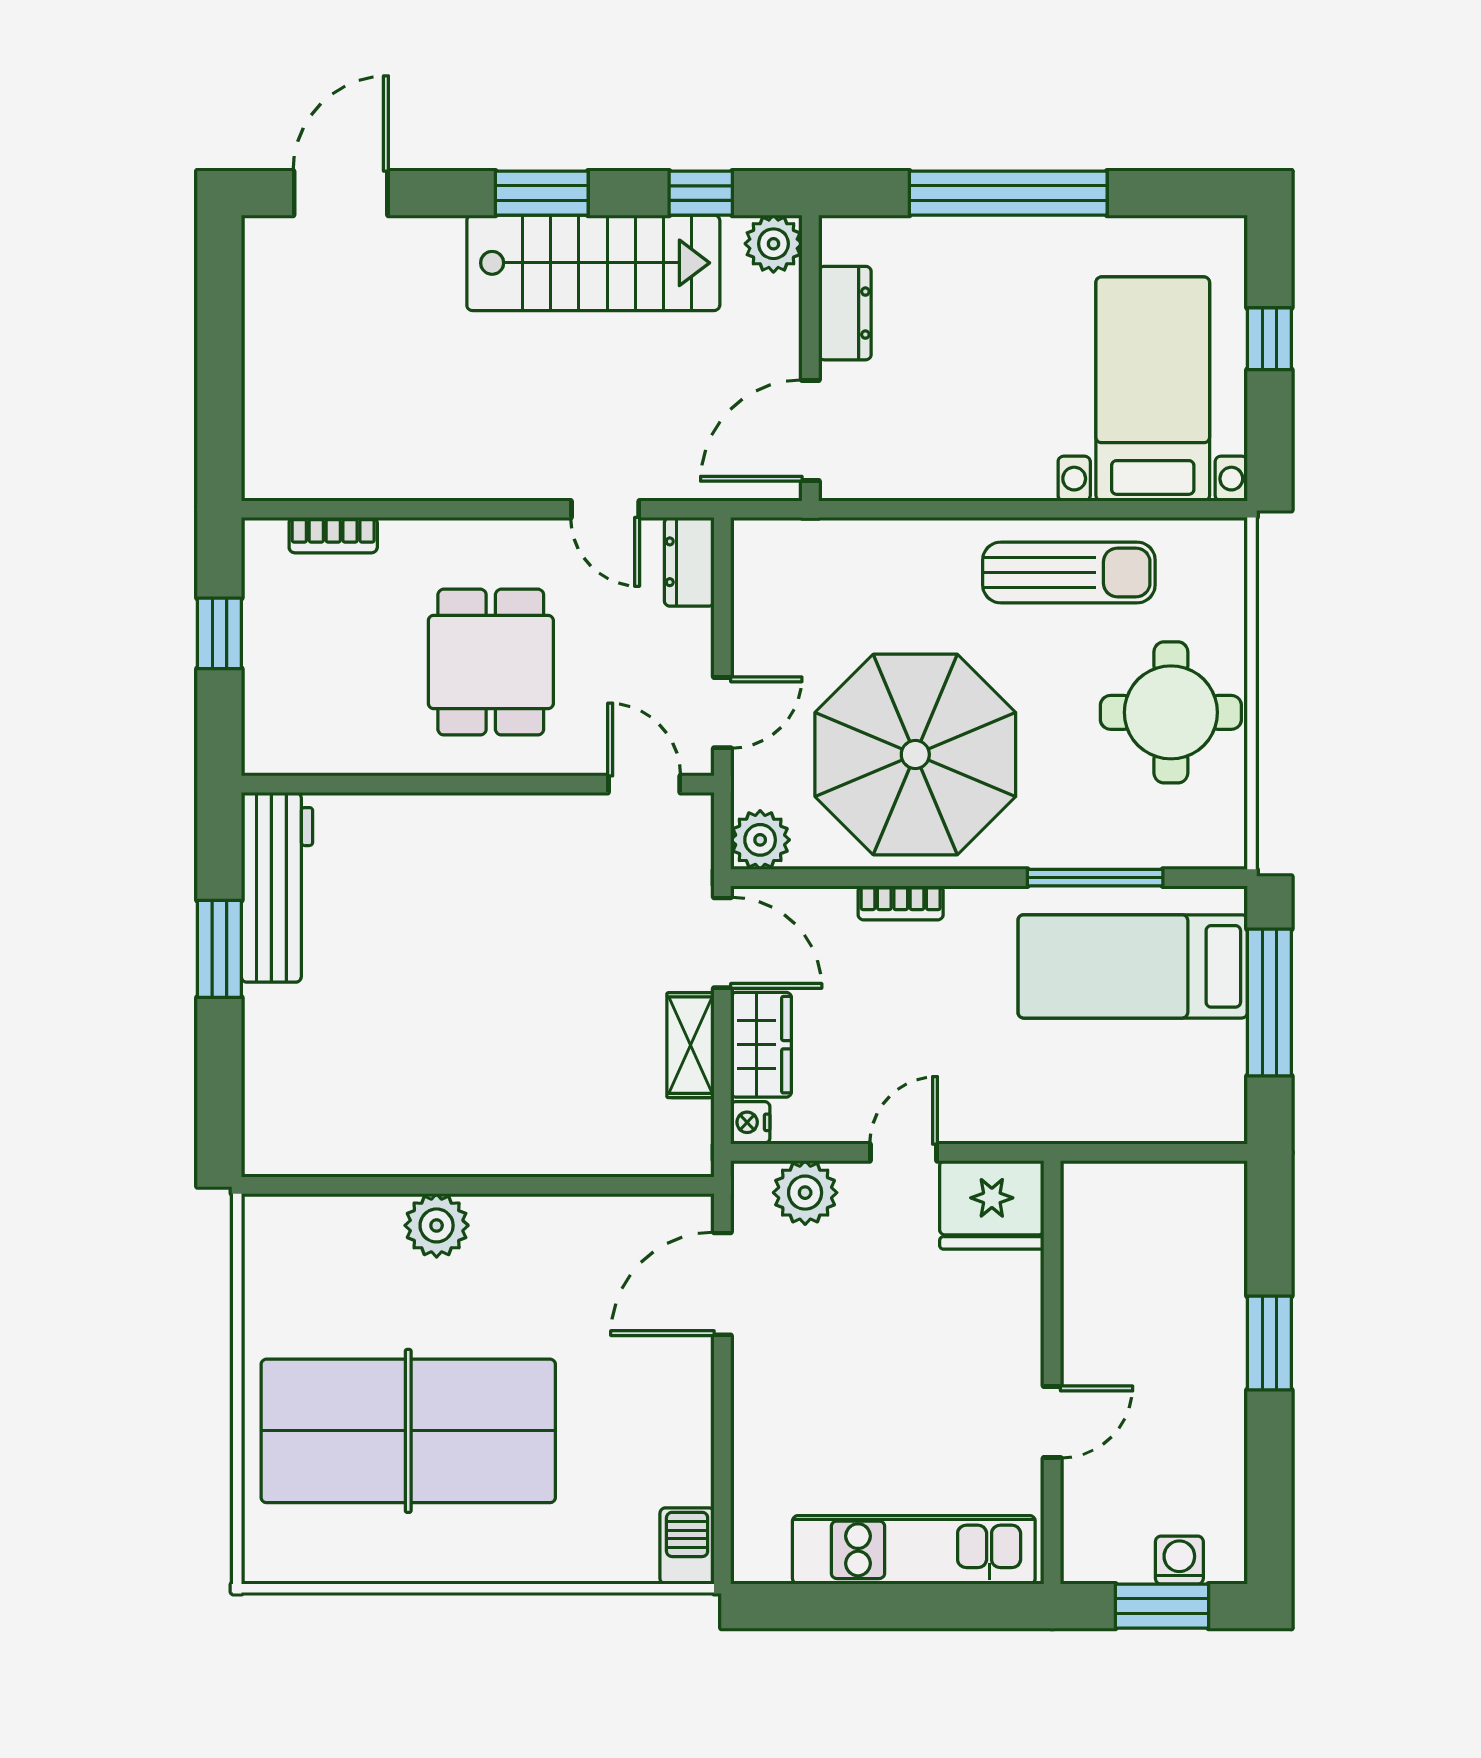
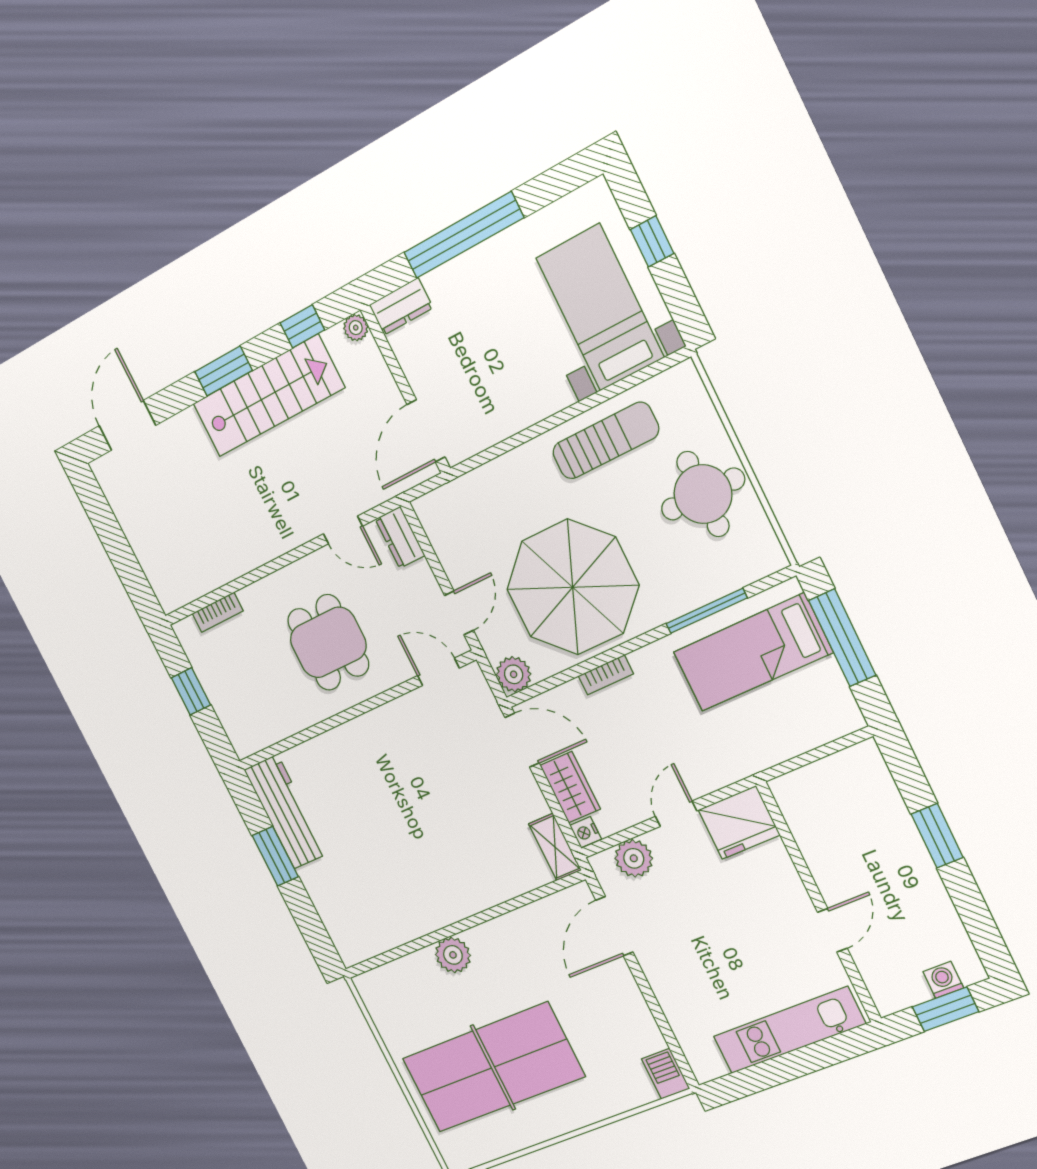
plant: (773, 244) -> (356, 328), width x0.73, depth x0.73
dresser: (845, 313) -> (401, 306), moved, turned 90
shelving: (691, 1045) -> (555, 847), moved

